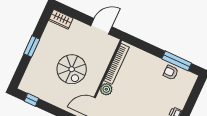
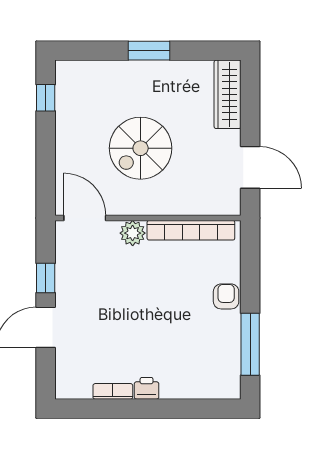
wardrobe: (61, 19) -> (228, 94), width x1.50
armchair: (171, 72) -> (226, 296), moved

